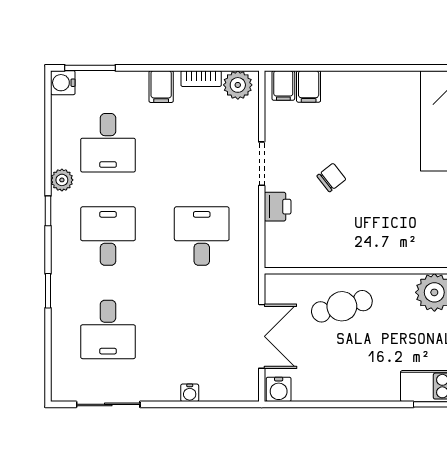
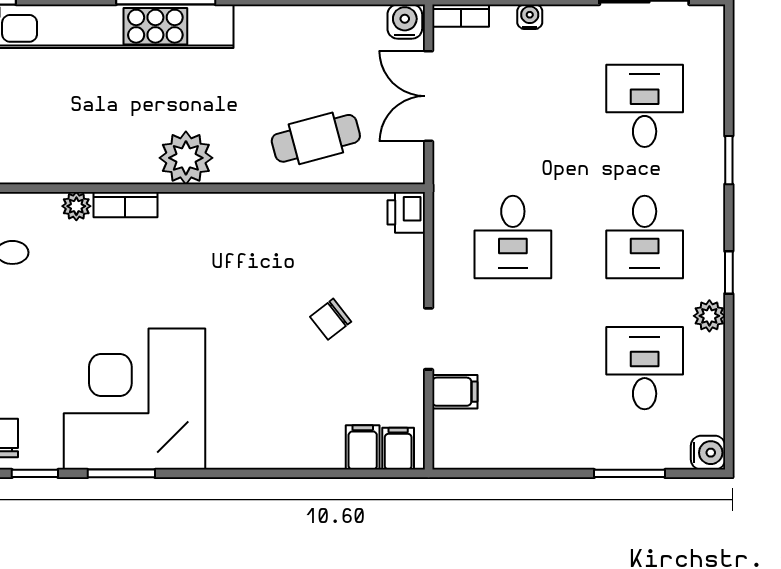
window: (90, 68) -> (630, 473), moved
bookcase: (201, 79) -> (461, 16), moved, turned 180
plant: (238, 85) -> (462, 449), removed
filing cabinet: (161, 87) -> (455, 392), moved, turned 90
printer: (278, 207) -> (406, 212), moved

